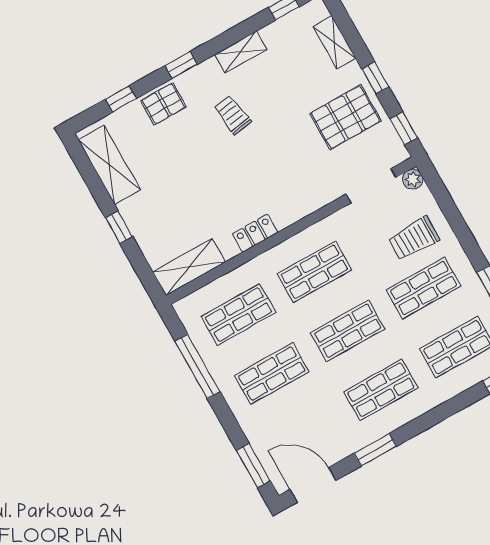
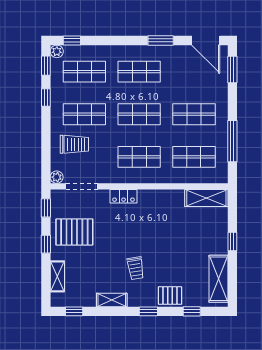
locker: (255, 233) -> (124, 196), moved

